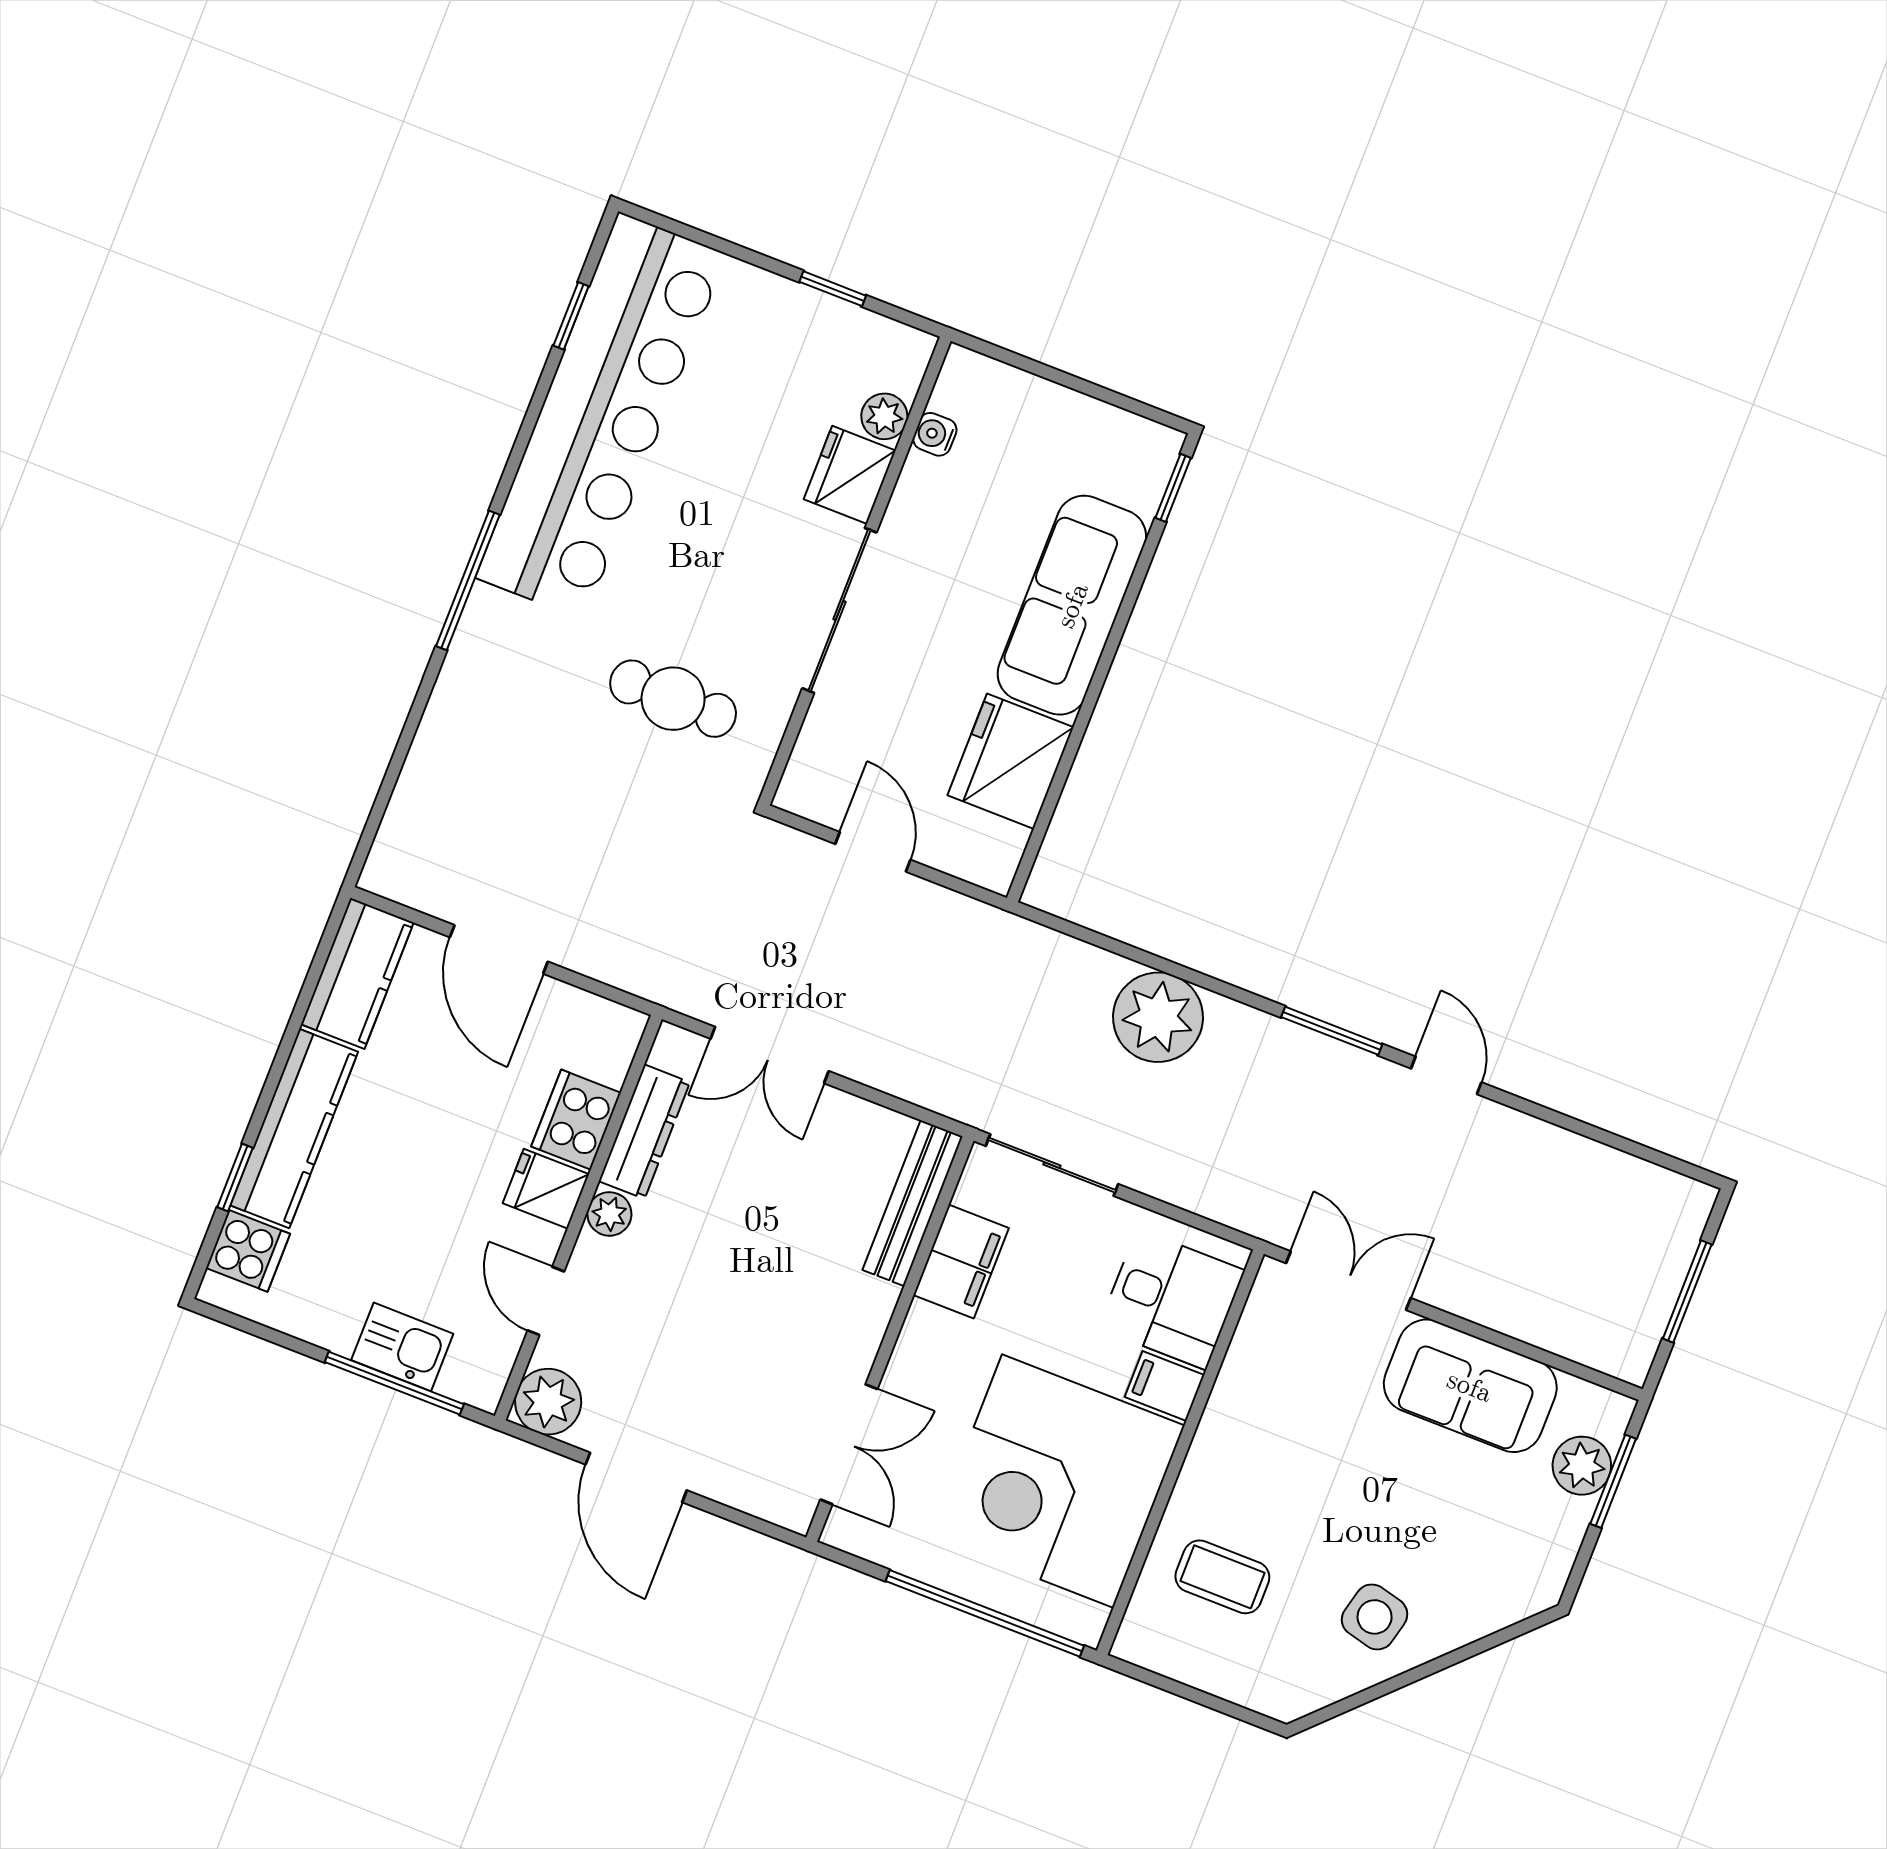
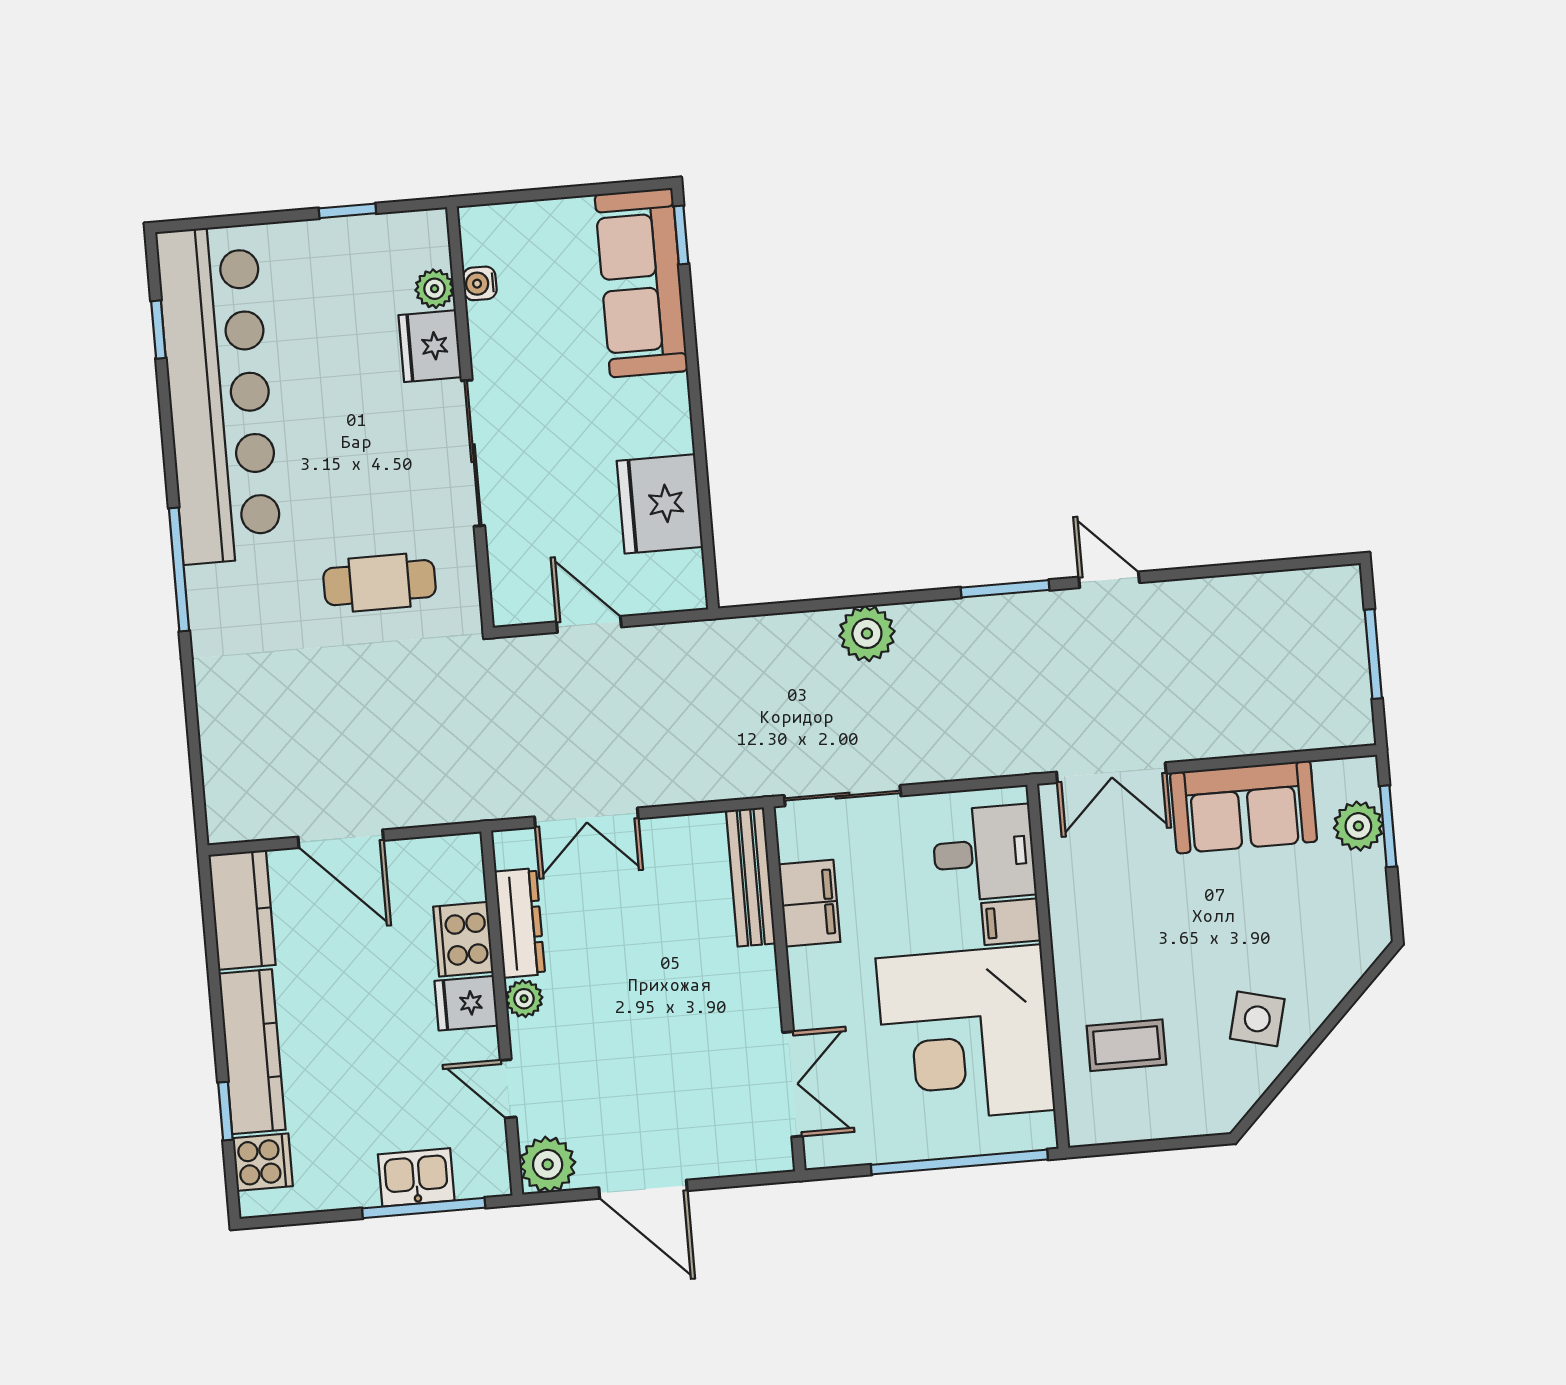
sofa: (1072, 605) -> (641, 283), moved
plant: (1158, 1017) -> (867, 633), width x0.73, depth x0.73
double door: (1348, 1281) -> (1111, 773), swing flipped

